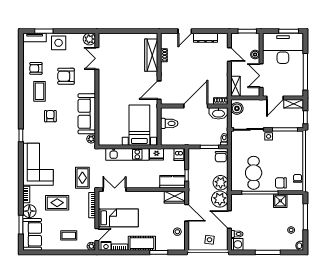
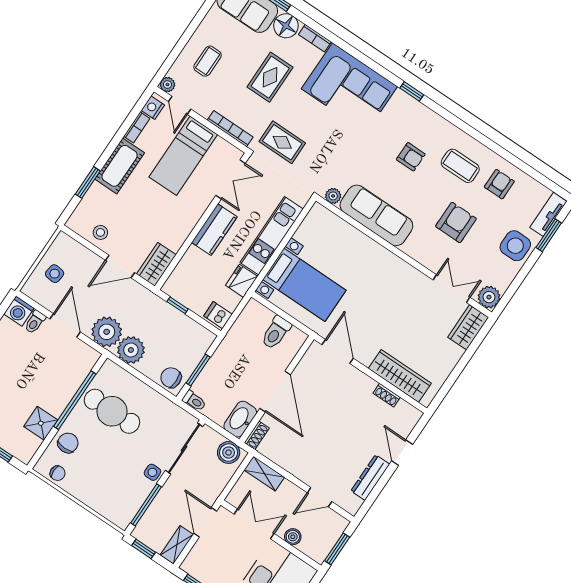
wardrobe: (109, 39) -> (468, 327), added
kitchen counter: (172, 182) -> (214, 230), moved
door: (229, 219) -> (65, 326), hinge flipped

